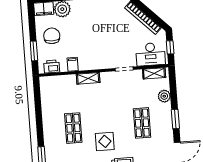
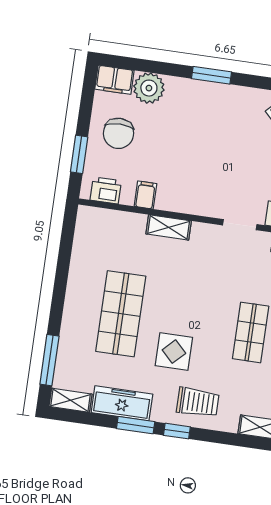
chair: (52, 36) -> (118, 133), turned 180
shop shelf: (73, 128) -> (121, 314), width x1.43, depth x1.36

